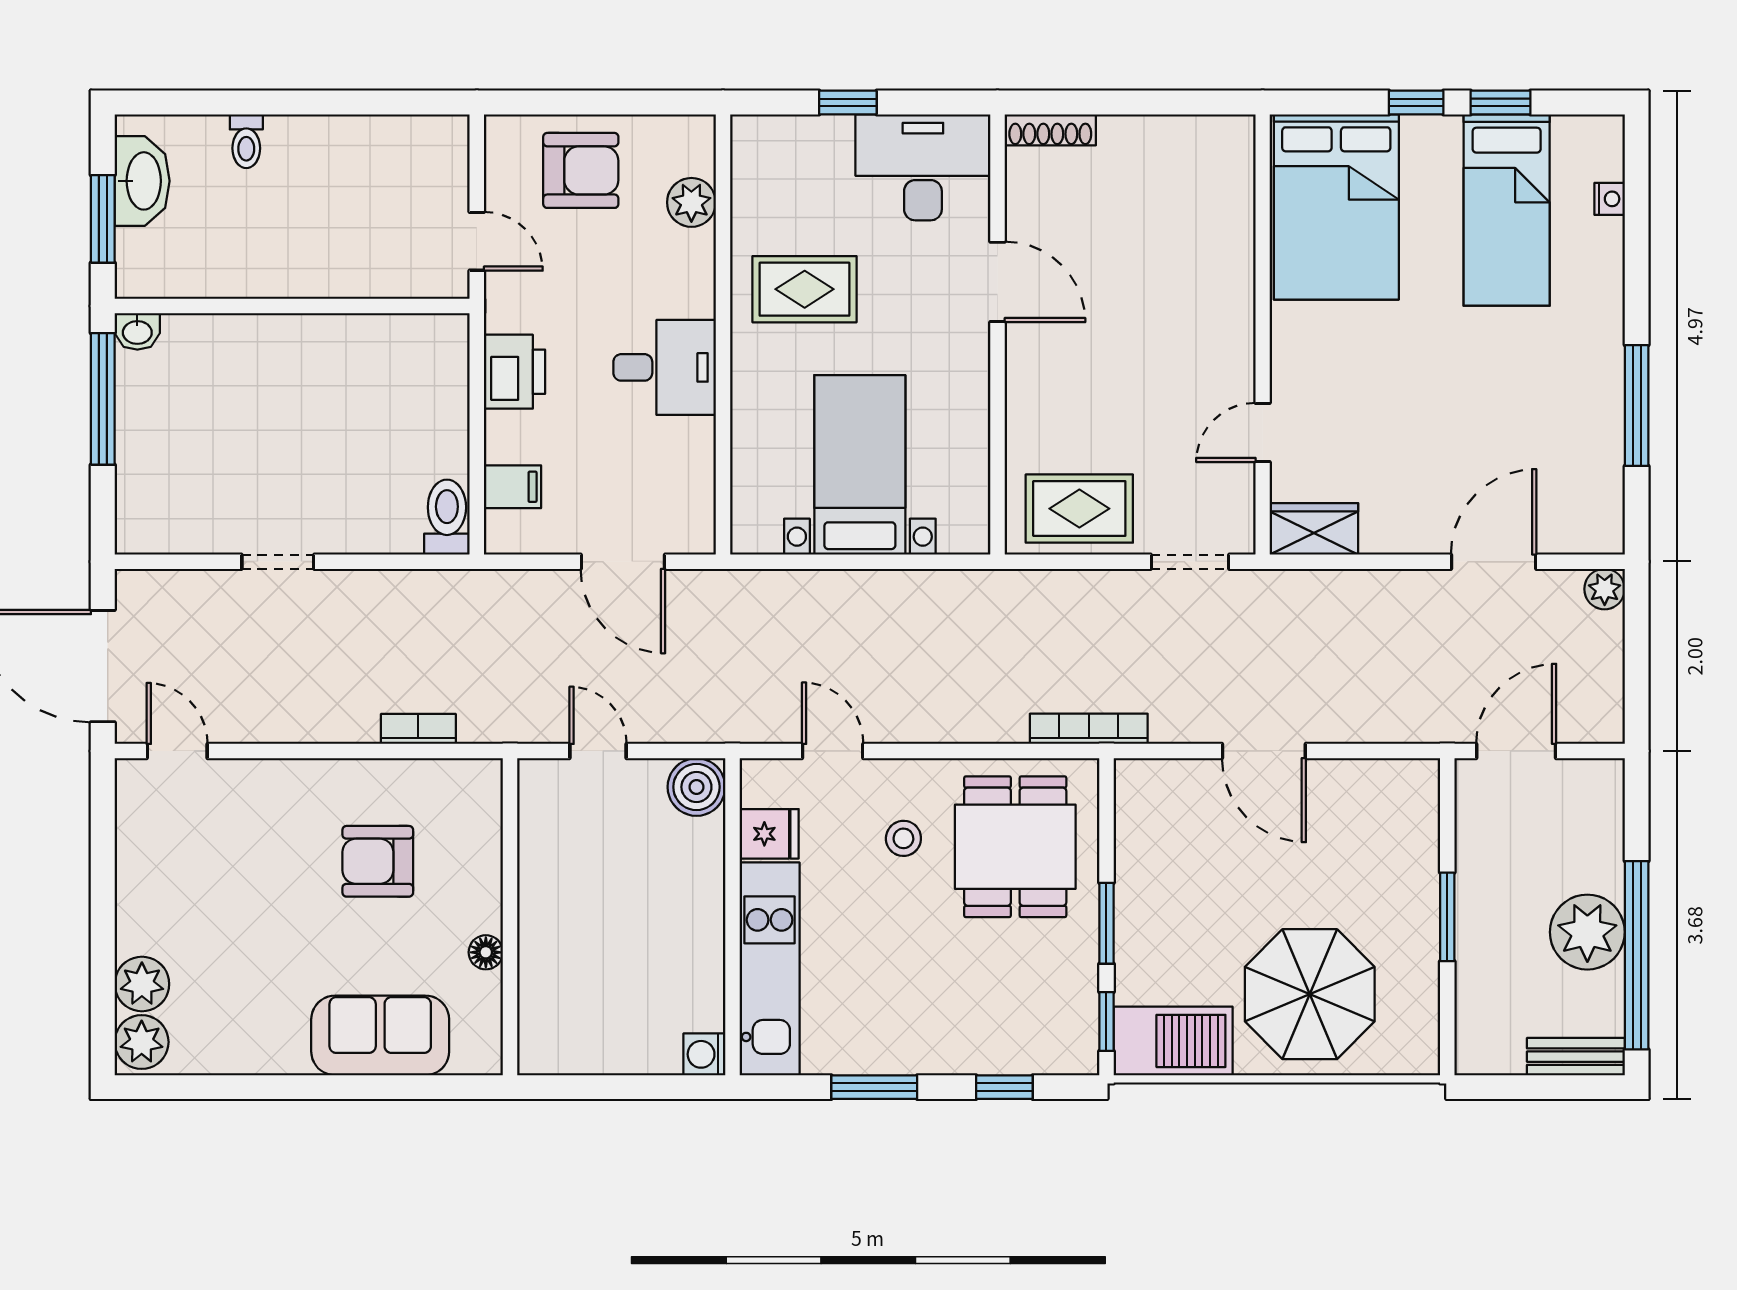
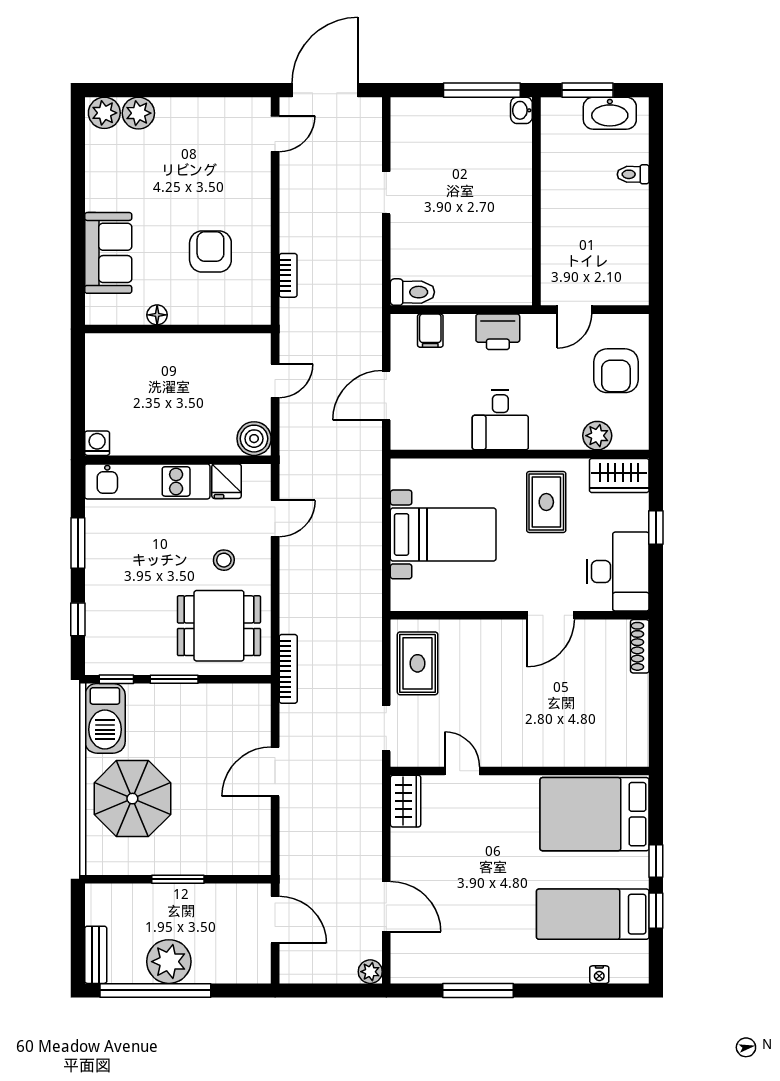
wardrobe: (759, 165) -> (619, 476), added

